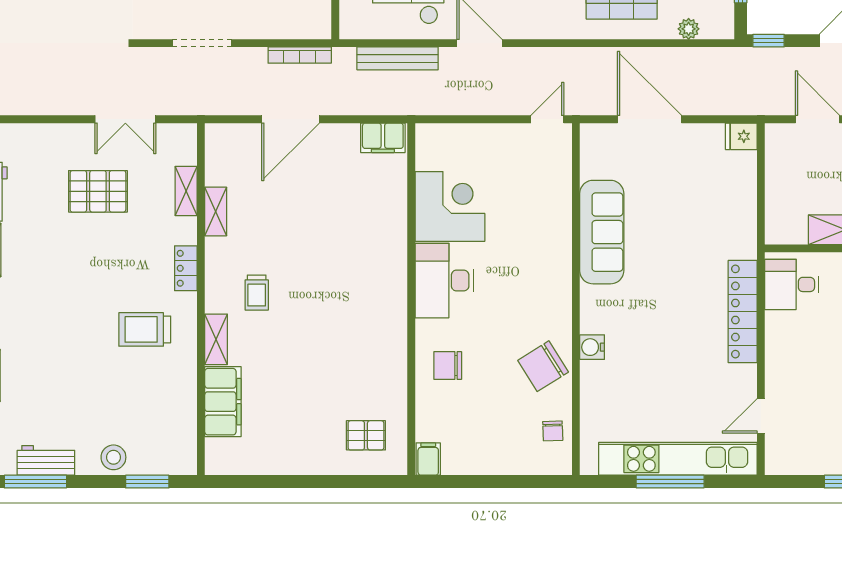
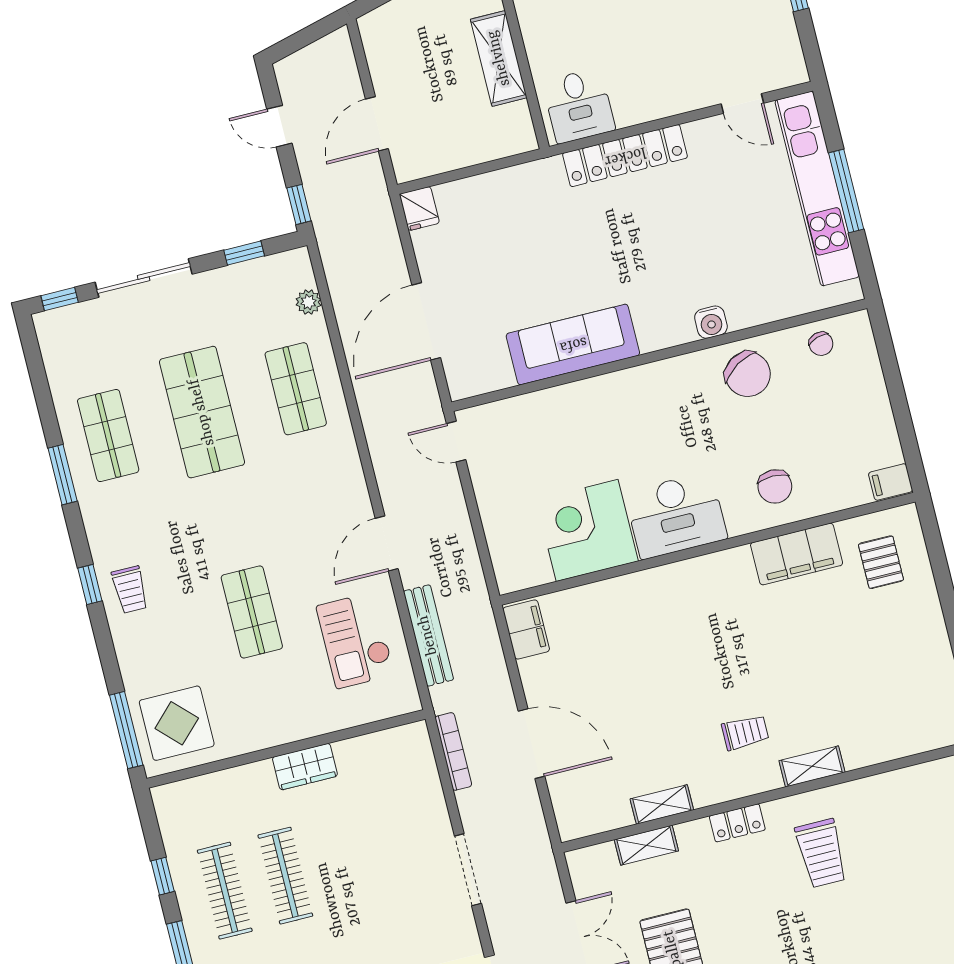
filing cabinet: (223, 402) -> (797, 554), moved, turned 180
chair: (553, 431) -> (821, 344), turned 75

